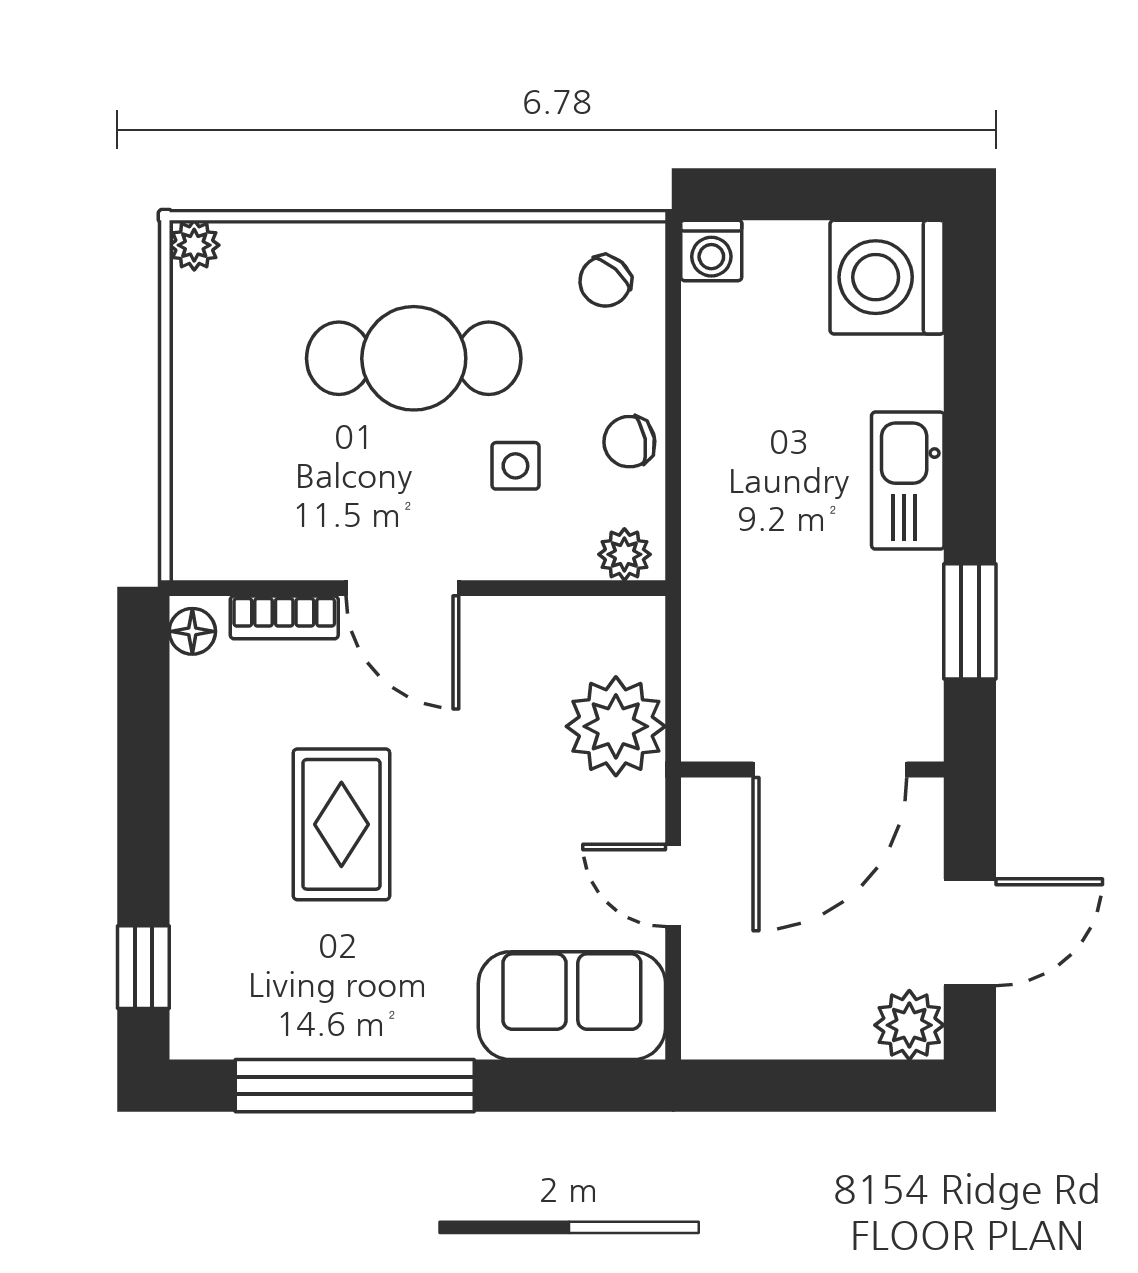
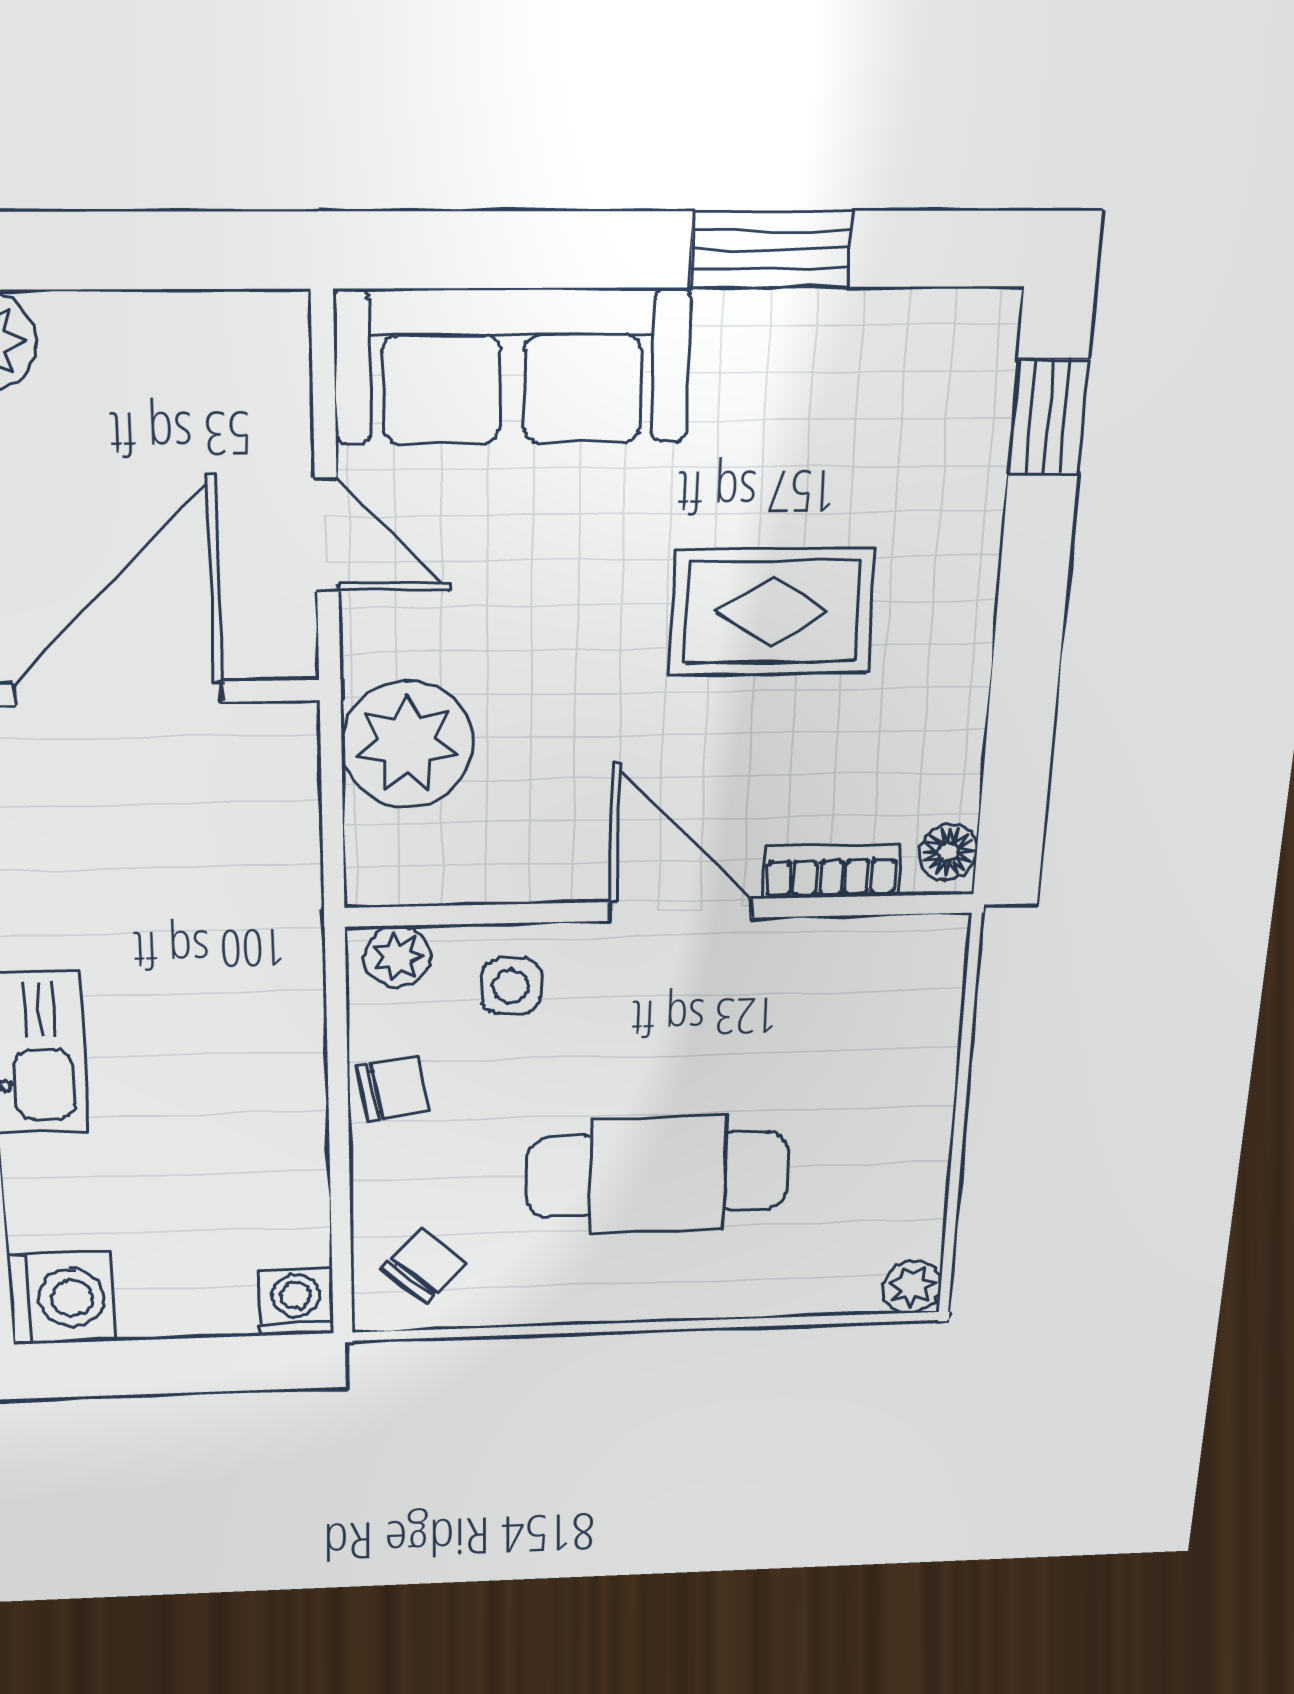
washing machine: (887, 277) -> (61, 1298), width x0.73, depth x0.73
side table: (515, 466) -> (511, 986), moved
rug: (341, 824) -> (772, 612), turned 90
sofa: (572, 1006) -> (512, 366), width x1.36
window: (355, 1086) -> (771, 249), width x0.47

